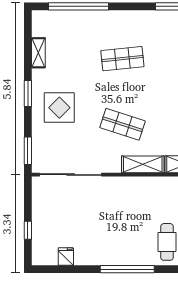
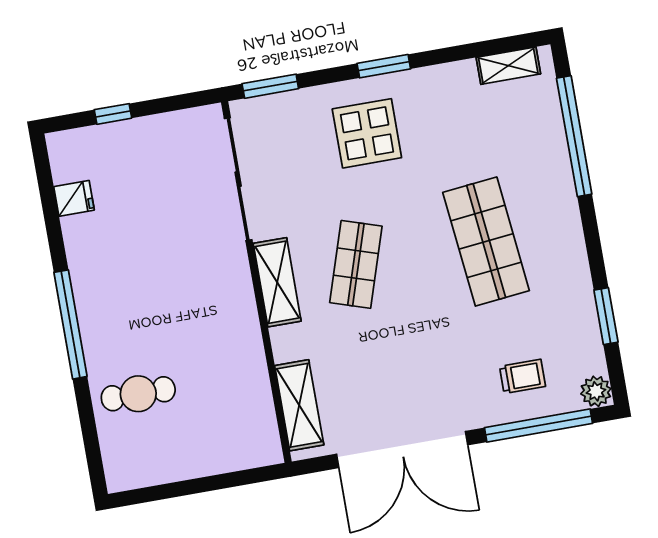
shelving: (38, 53) -> (508, 66), moved
shop shelf: (122, 59) -> (486, 241), width x1.43, depth x1.36
shelving: (143, 164) -> (277, 282), moved

